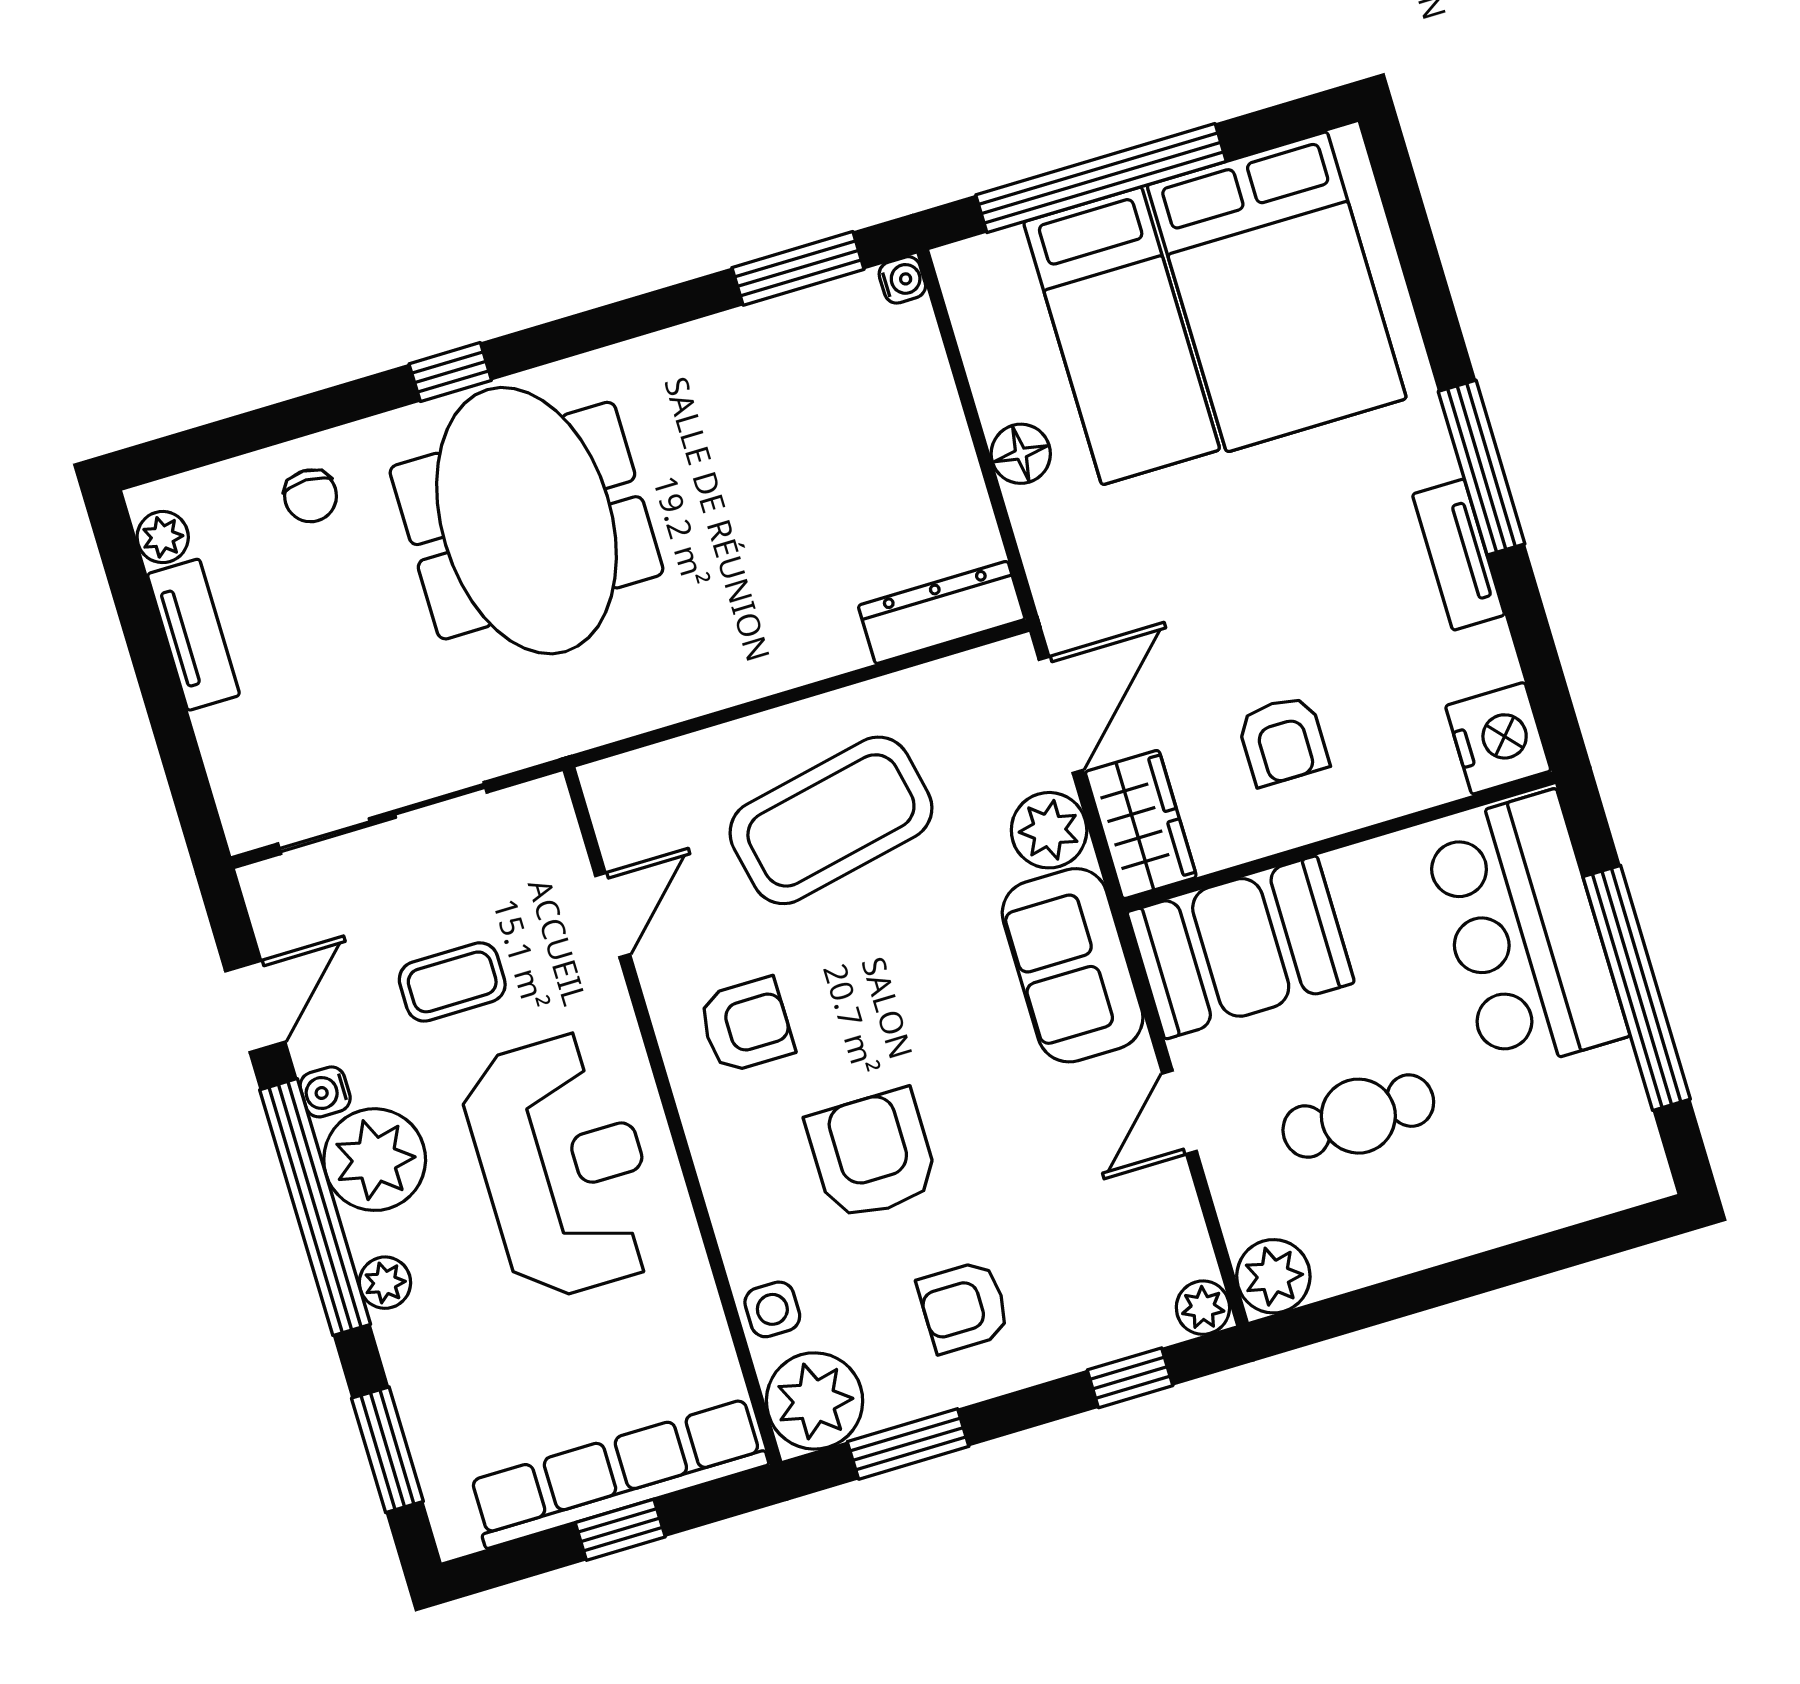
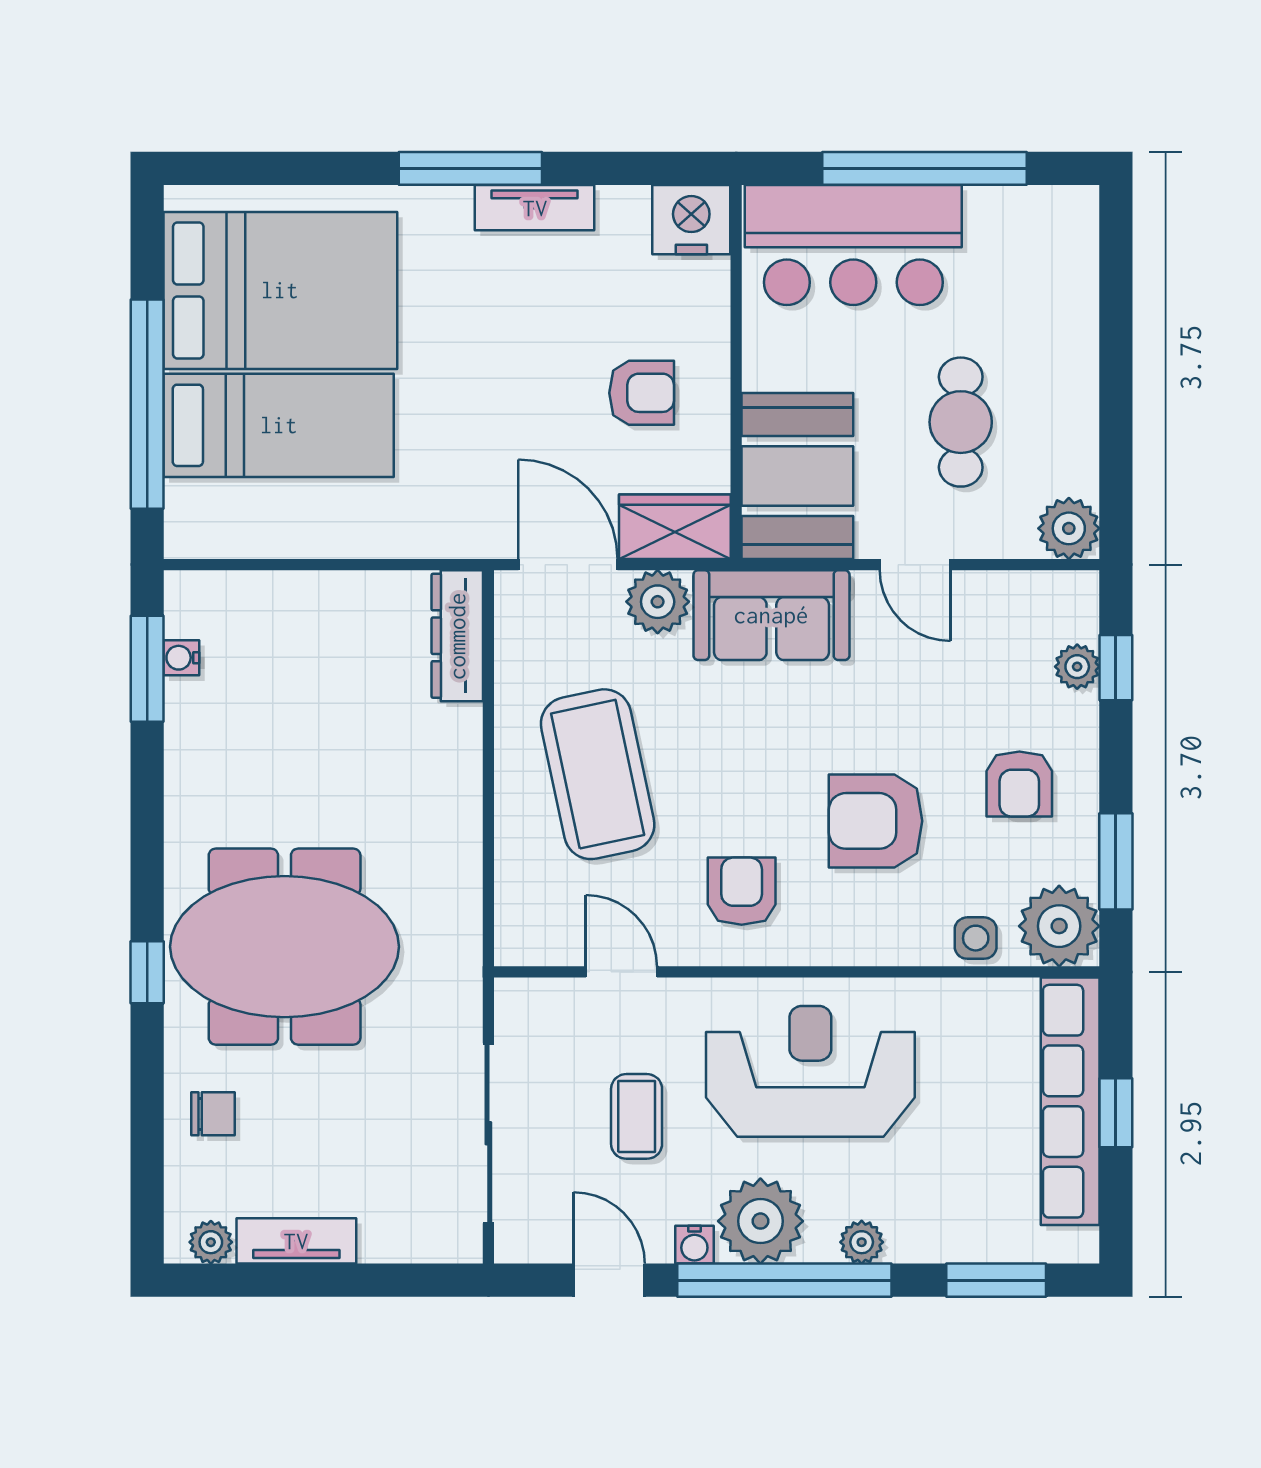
water cooler: (902, 280) -> (181, 658), moved, turned -90
floor lamp: (1021, 454) -> (349, 534), removed
plant: (1203, 1308) -> (1077, 667), moved

